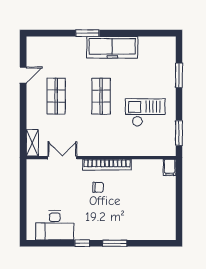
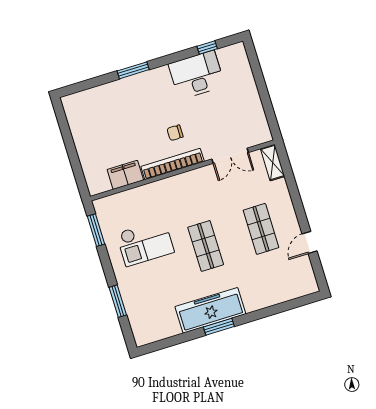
window: (87, 33) -> (219, 327), moved
filing cabinet: (170, 167) -> (125, 175), moved, width x2.00
desk: (55, 225) -> (197, 75), moved
window: (82, 243) -> (207, 47), moved

